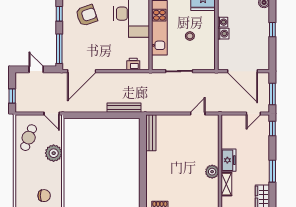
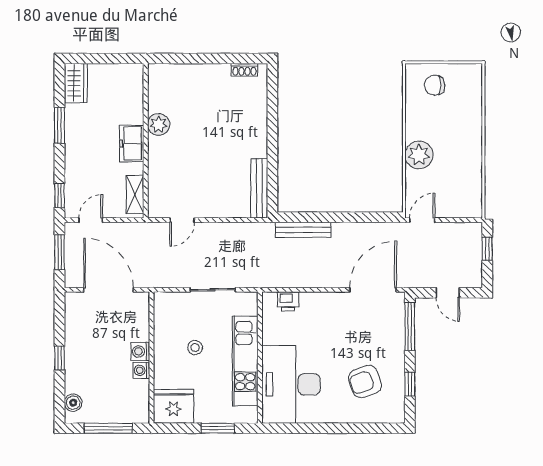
door: (52, 113) -> (422, 220), hinge flipped
cafe table: (29, 138) -> (460, 181), removed
shelving: (226, 184) -> (135, 194), moved

